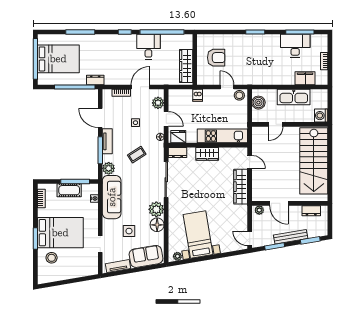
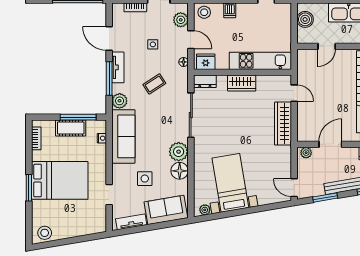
stool: (239, 95) -> (204, 12), moved
door: (279, 203) -> (330, 144), swing flipped
stool: (52, 258) -> (45, 233), moved

